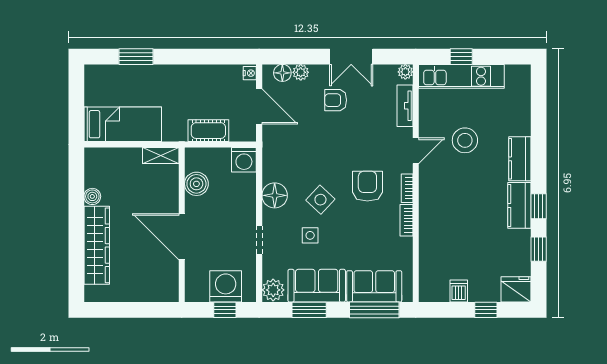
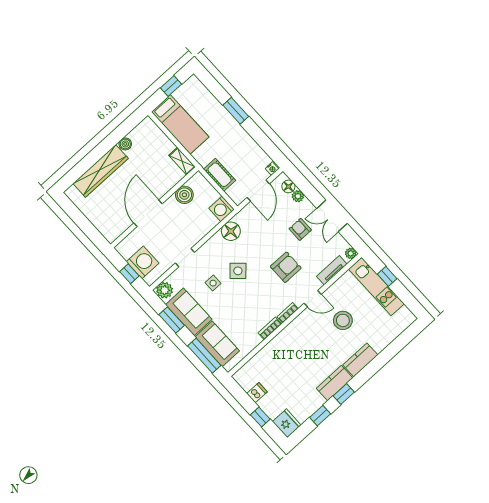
window: (136, 57) -> (236, 111), moved
window: (76, 98) -> (171, 86), added
armchair: (367, 186) -> (286, 267), moved
floor lamp: (275, 195) -> (231, 231), moved

